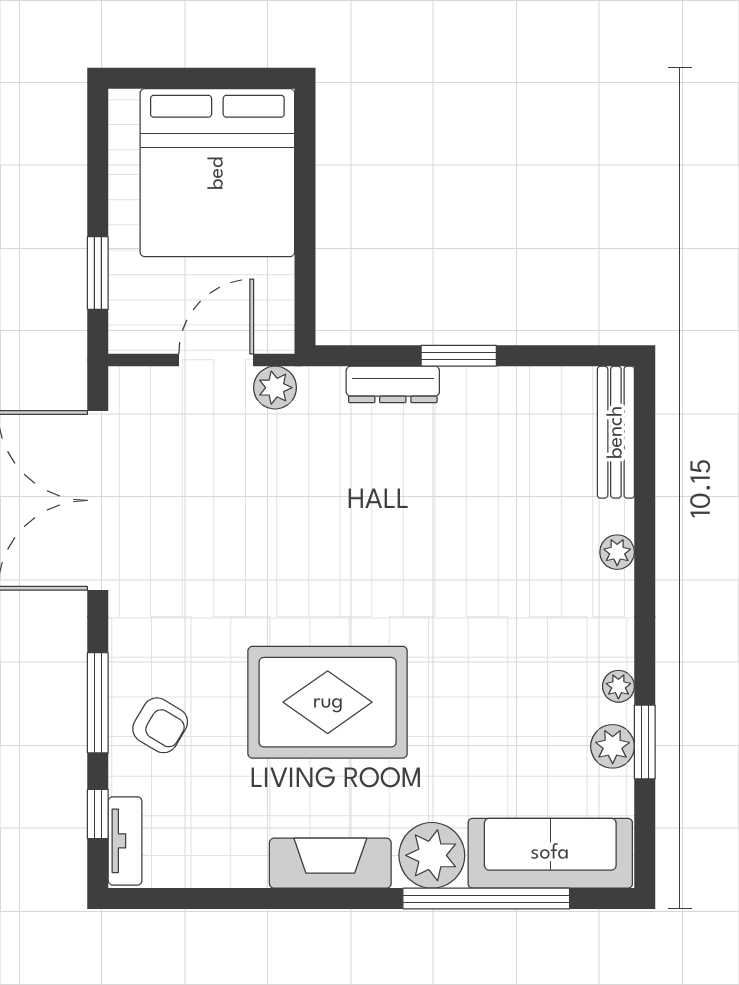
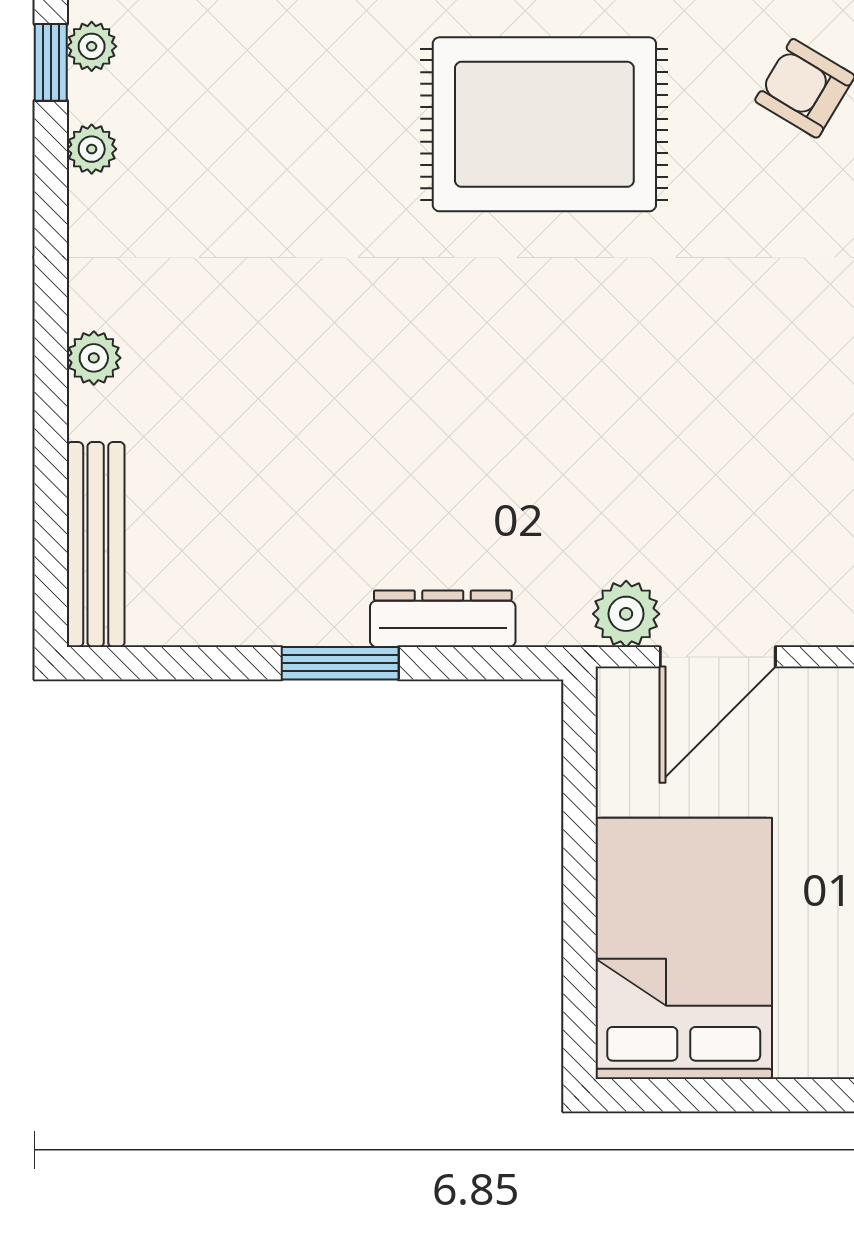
bed: (217, 173) -> (684, 948), width x0.73
window: (645, 742) -> (51, 62), width x0.67
plant: (613, 746) -> (92, 46), width x0.73, depth x0.73

